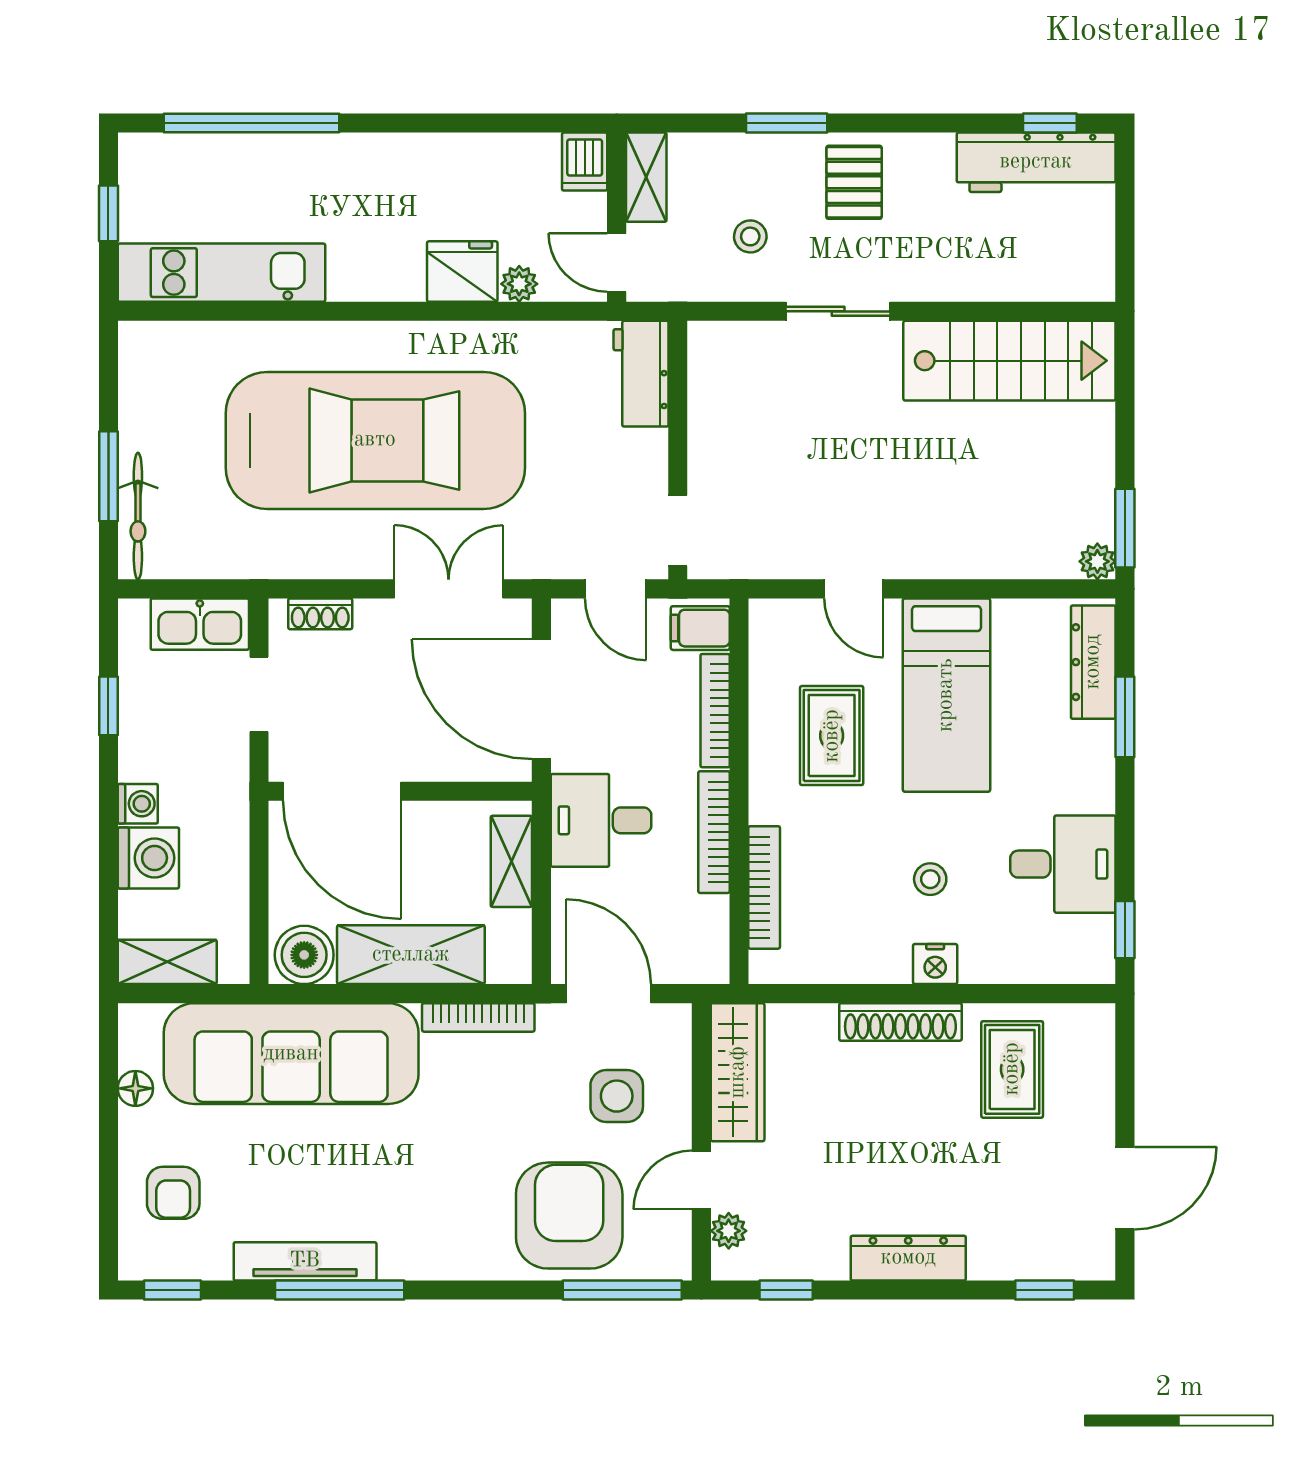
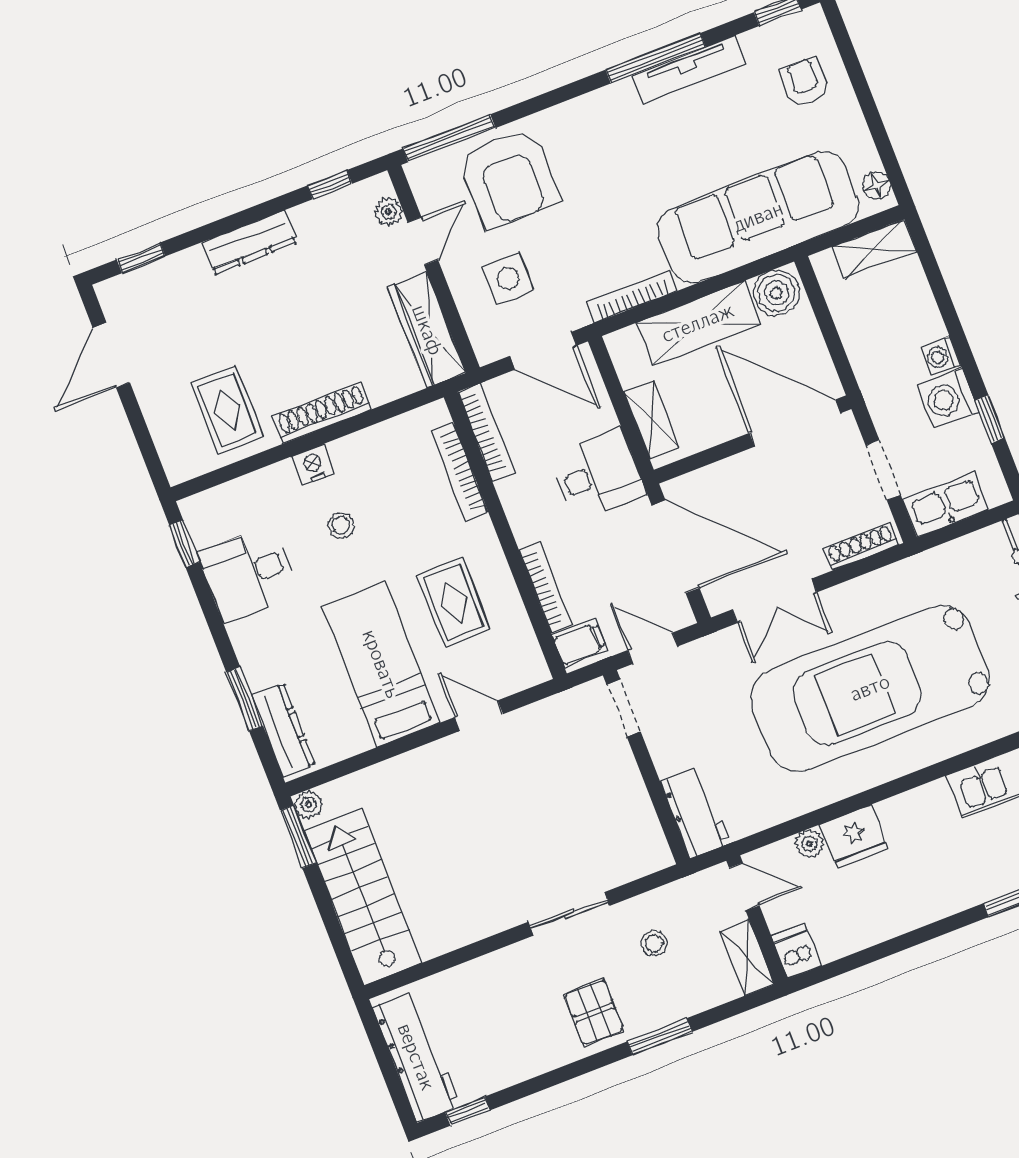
workbench: (1036, 162) -> (416, 1057), moved, turned 90
stairs: (1009, 361) -> (363, 897), moved, turned 90
shoe rack: (320, 614) -> (861, 546), width x1.43
bookcase: (714, 832) -> (486, 432), moved
washing machine: (148, 858) -> (948, 399), moved
floor lamp: (135, 1088) -> (877, 186), moved

